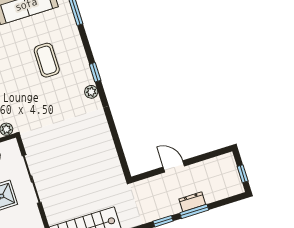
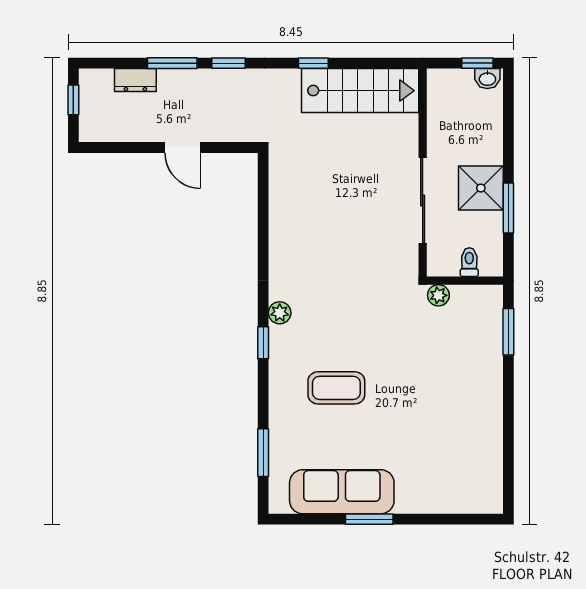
coffee table: (47, 60) -> (336, 388), turned 90
dresser: (192, 202) -> (135, 80), moved

